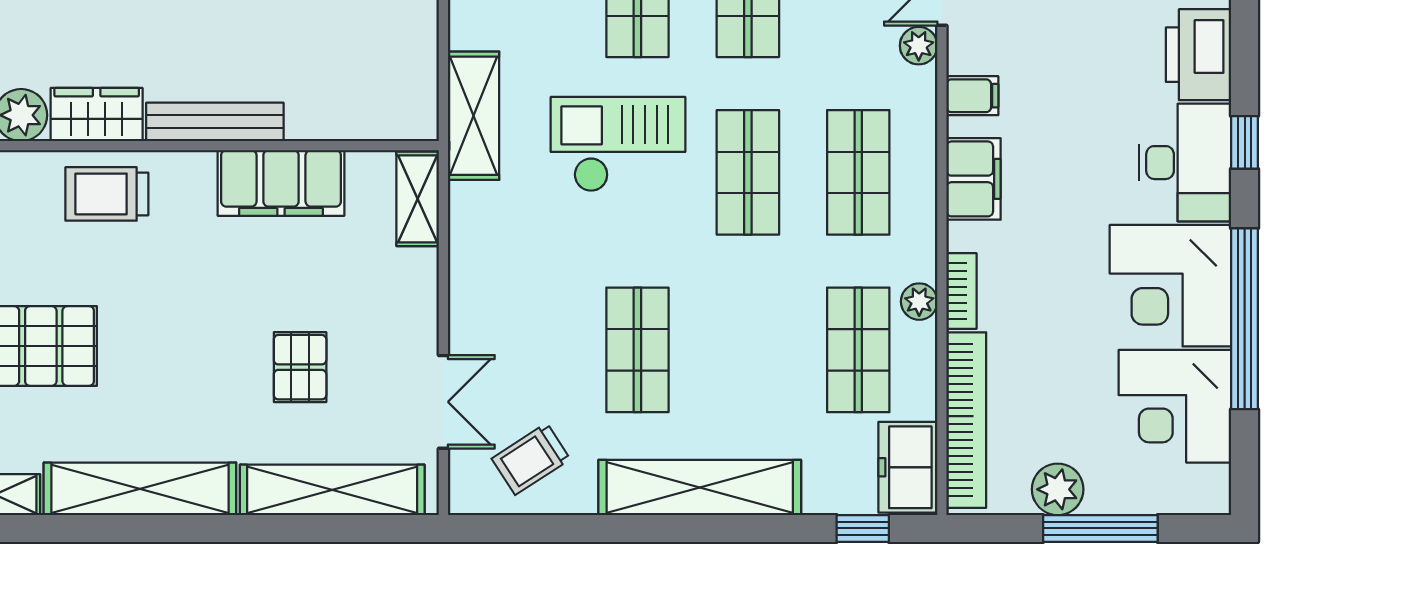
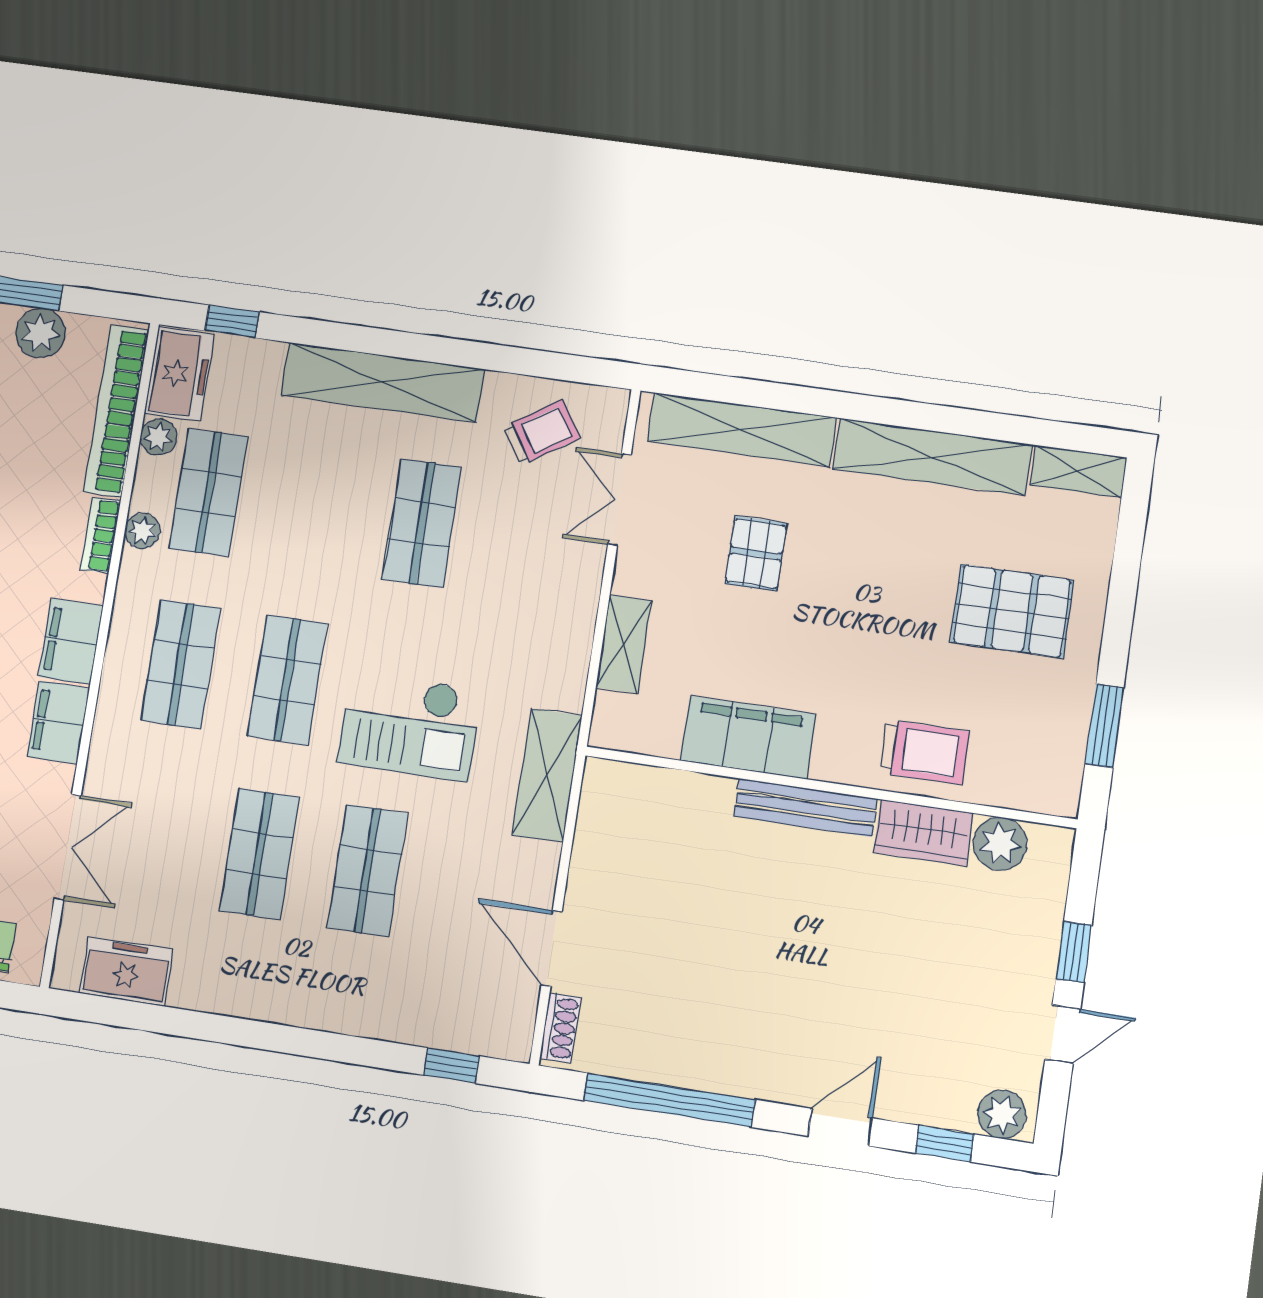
plant: (919, 46) -> (159, 437), moved
filing cabinet: (972, 96) -> (58, 722), width x2.00
shelving: (418, 199) -> (624, 644), moved

